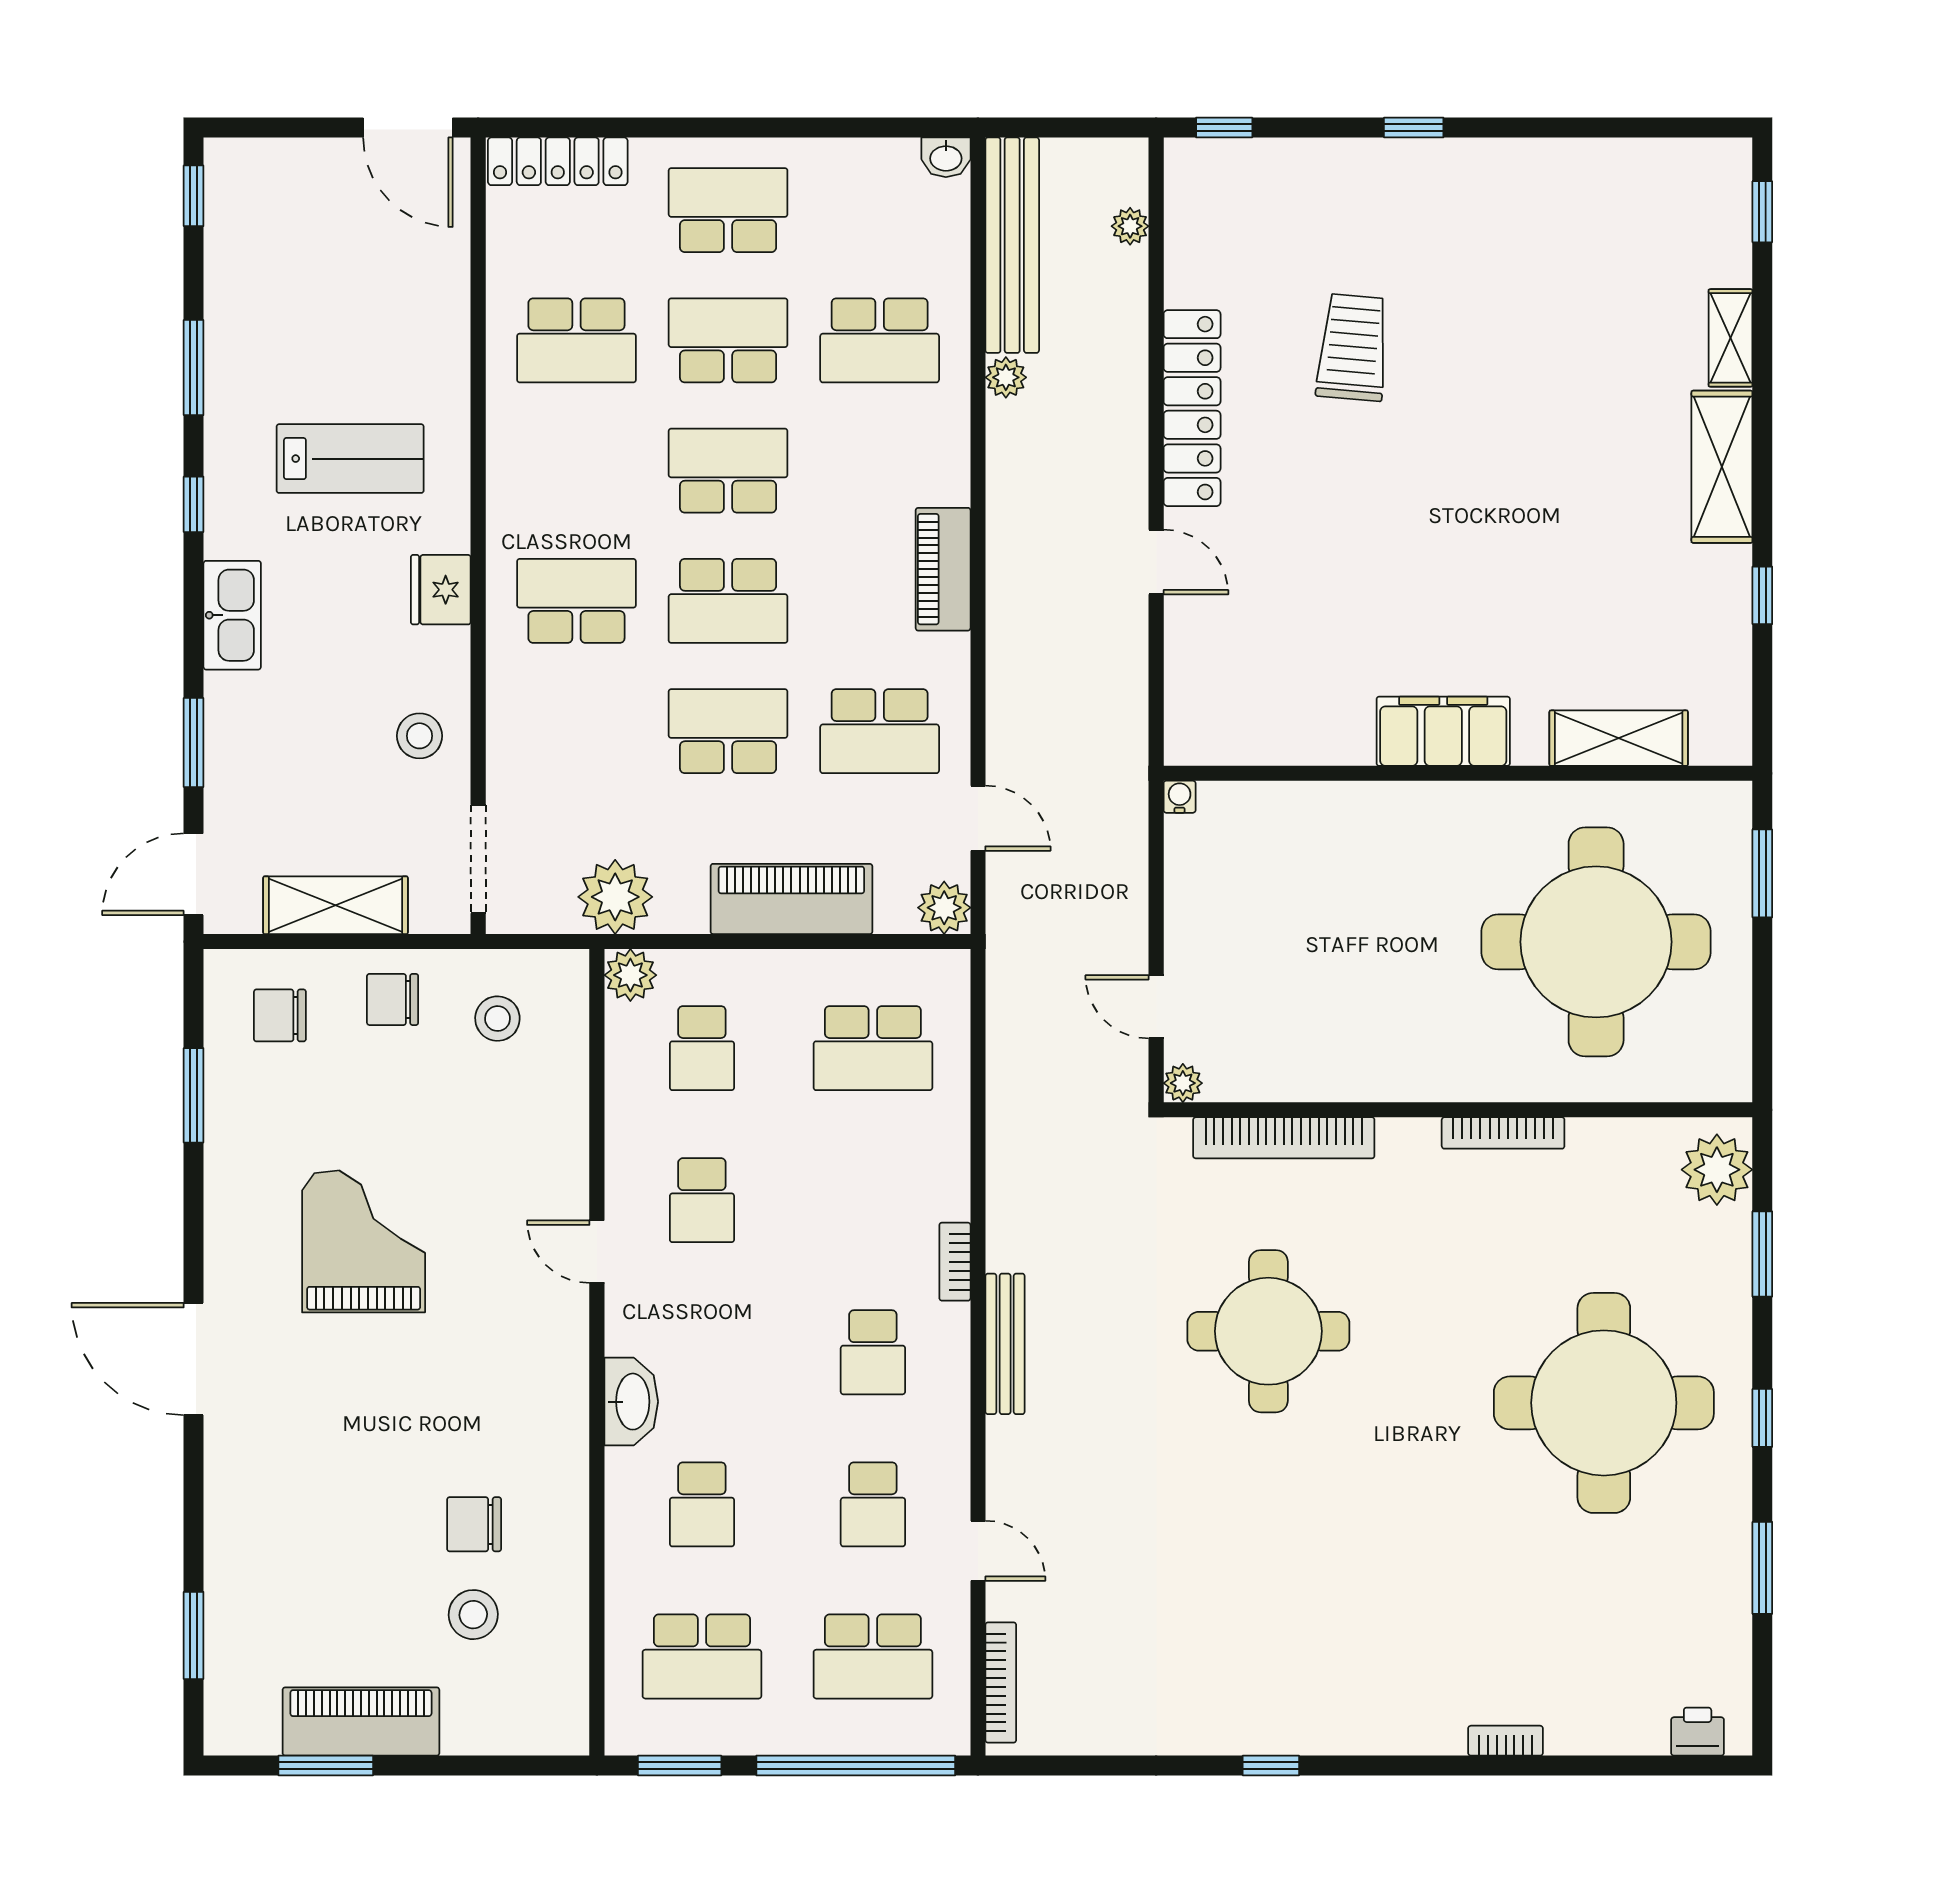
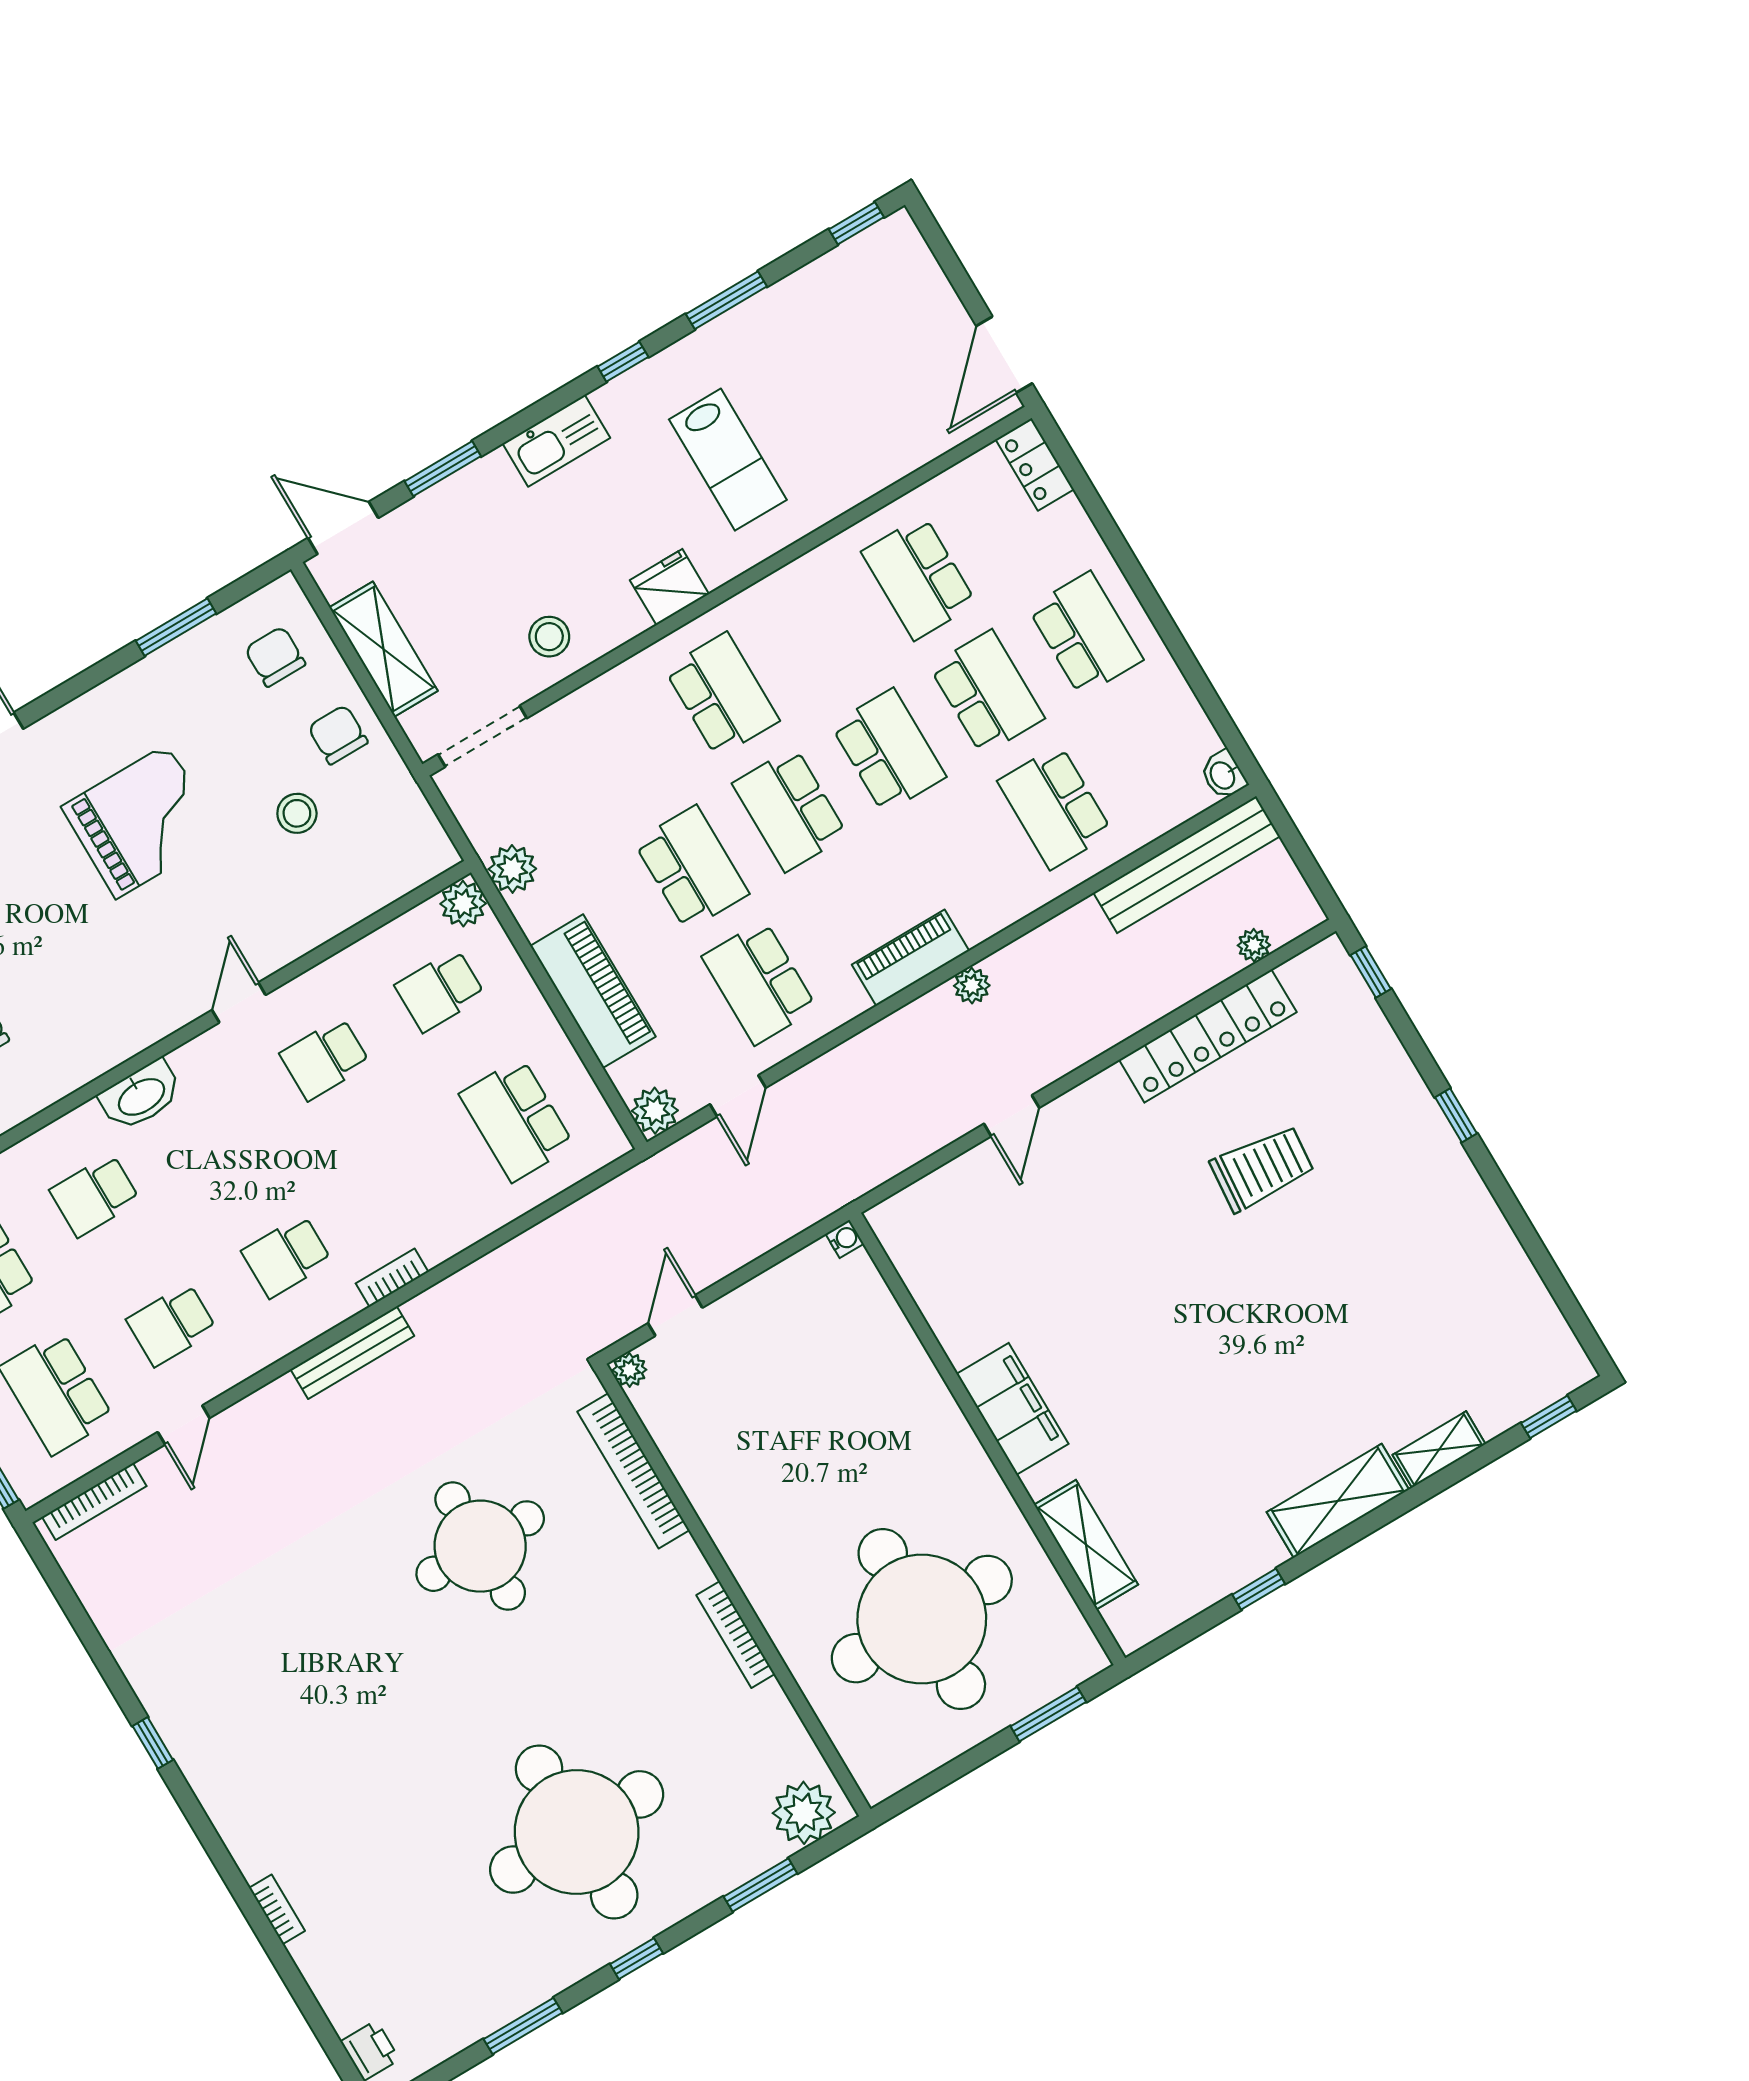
locker: (558, 161) -> (1035, 464), width x0.66
plant: (1006, 377) -> (972, 986), moved
locker: (1192, 408) -> (1208, 1036), moved
plant: (615, 897) -> (512, 869), width x0.73, depth x0.73
stool: (497, 1019) -> (297, 813), moved

